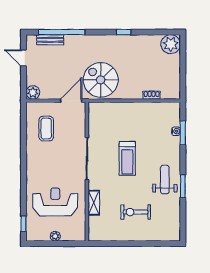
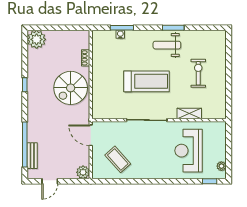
spiral stairs: (101, 80) -> (71, 88), moved
coffee table: (46, 129) -> (118, 159), turned 48
treadmill: (127, 158) -> (147, 81), width x1.37, depth x1.38
exercise bike: (136, 212) -> (198, 73), turned 180
plant: (55, 236) -> (221, 166), moved

